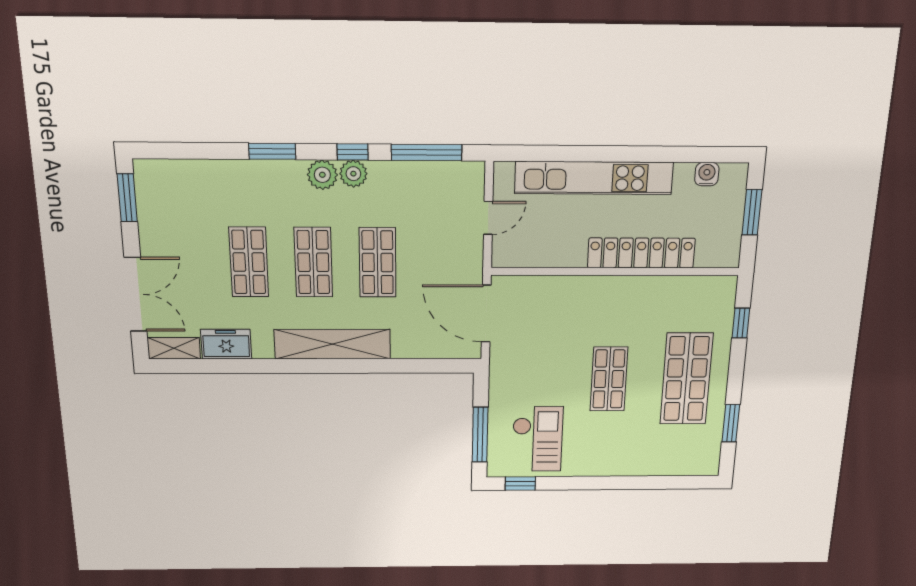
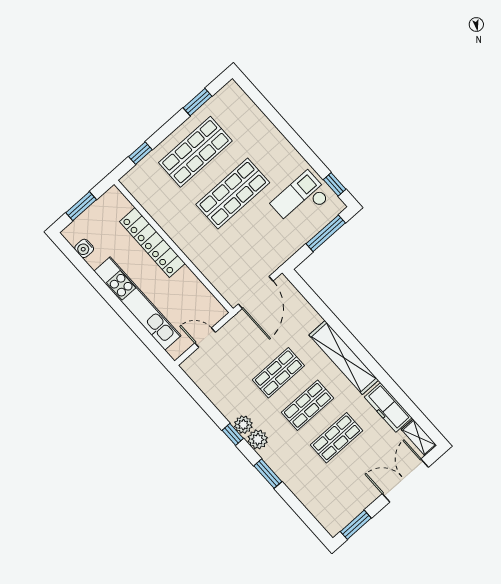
window: (426, 152) -> (200, 398), removed
freezer: (226, 344) -> (388, 407), width x1.40
shop shelf: (609, 379) -> (233, 193), width x1.43, depth x1.36

